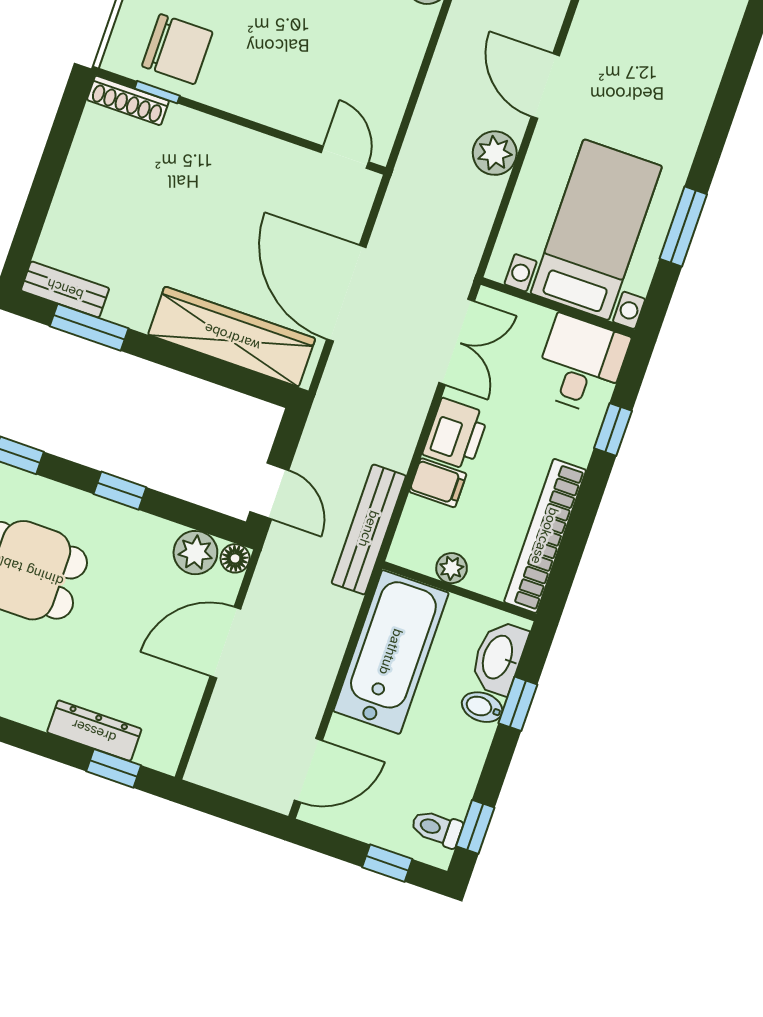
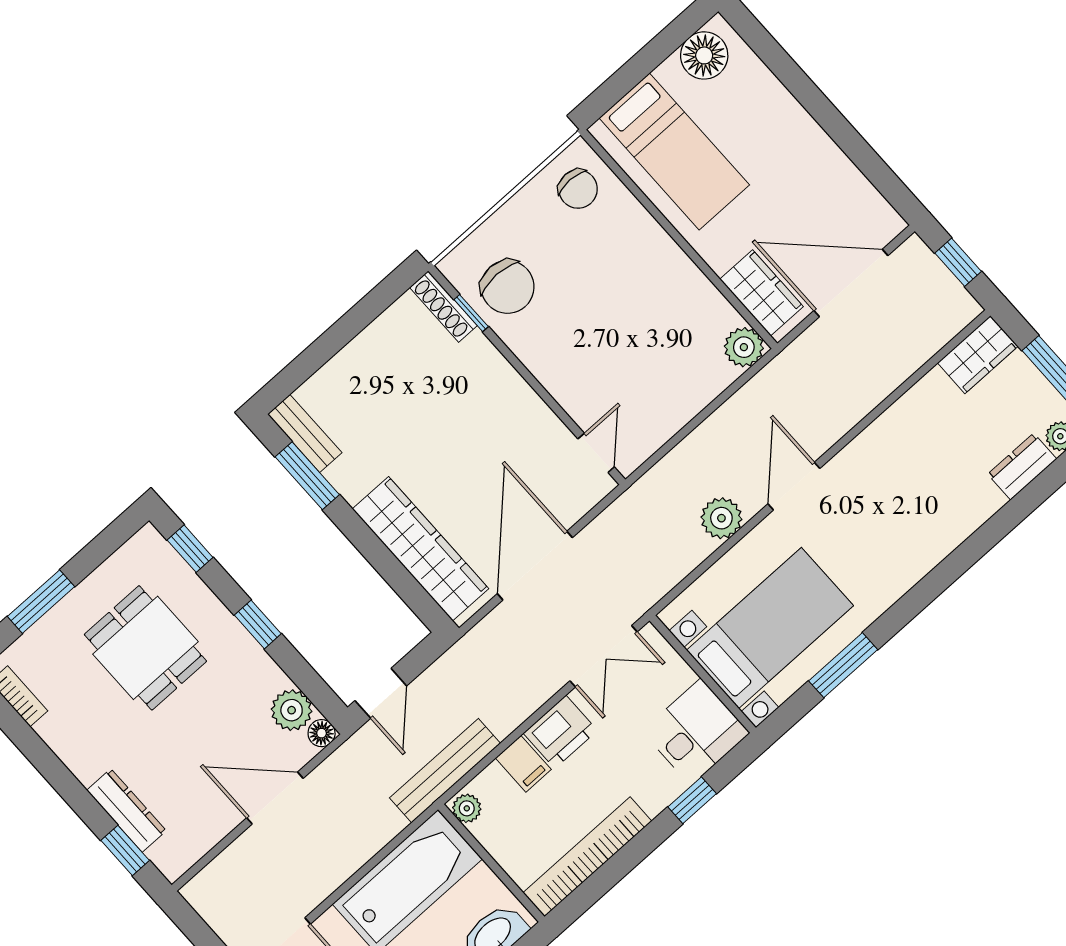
plant: (452, 568) -> (467, 808), moved

